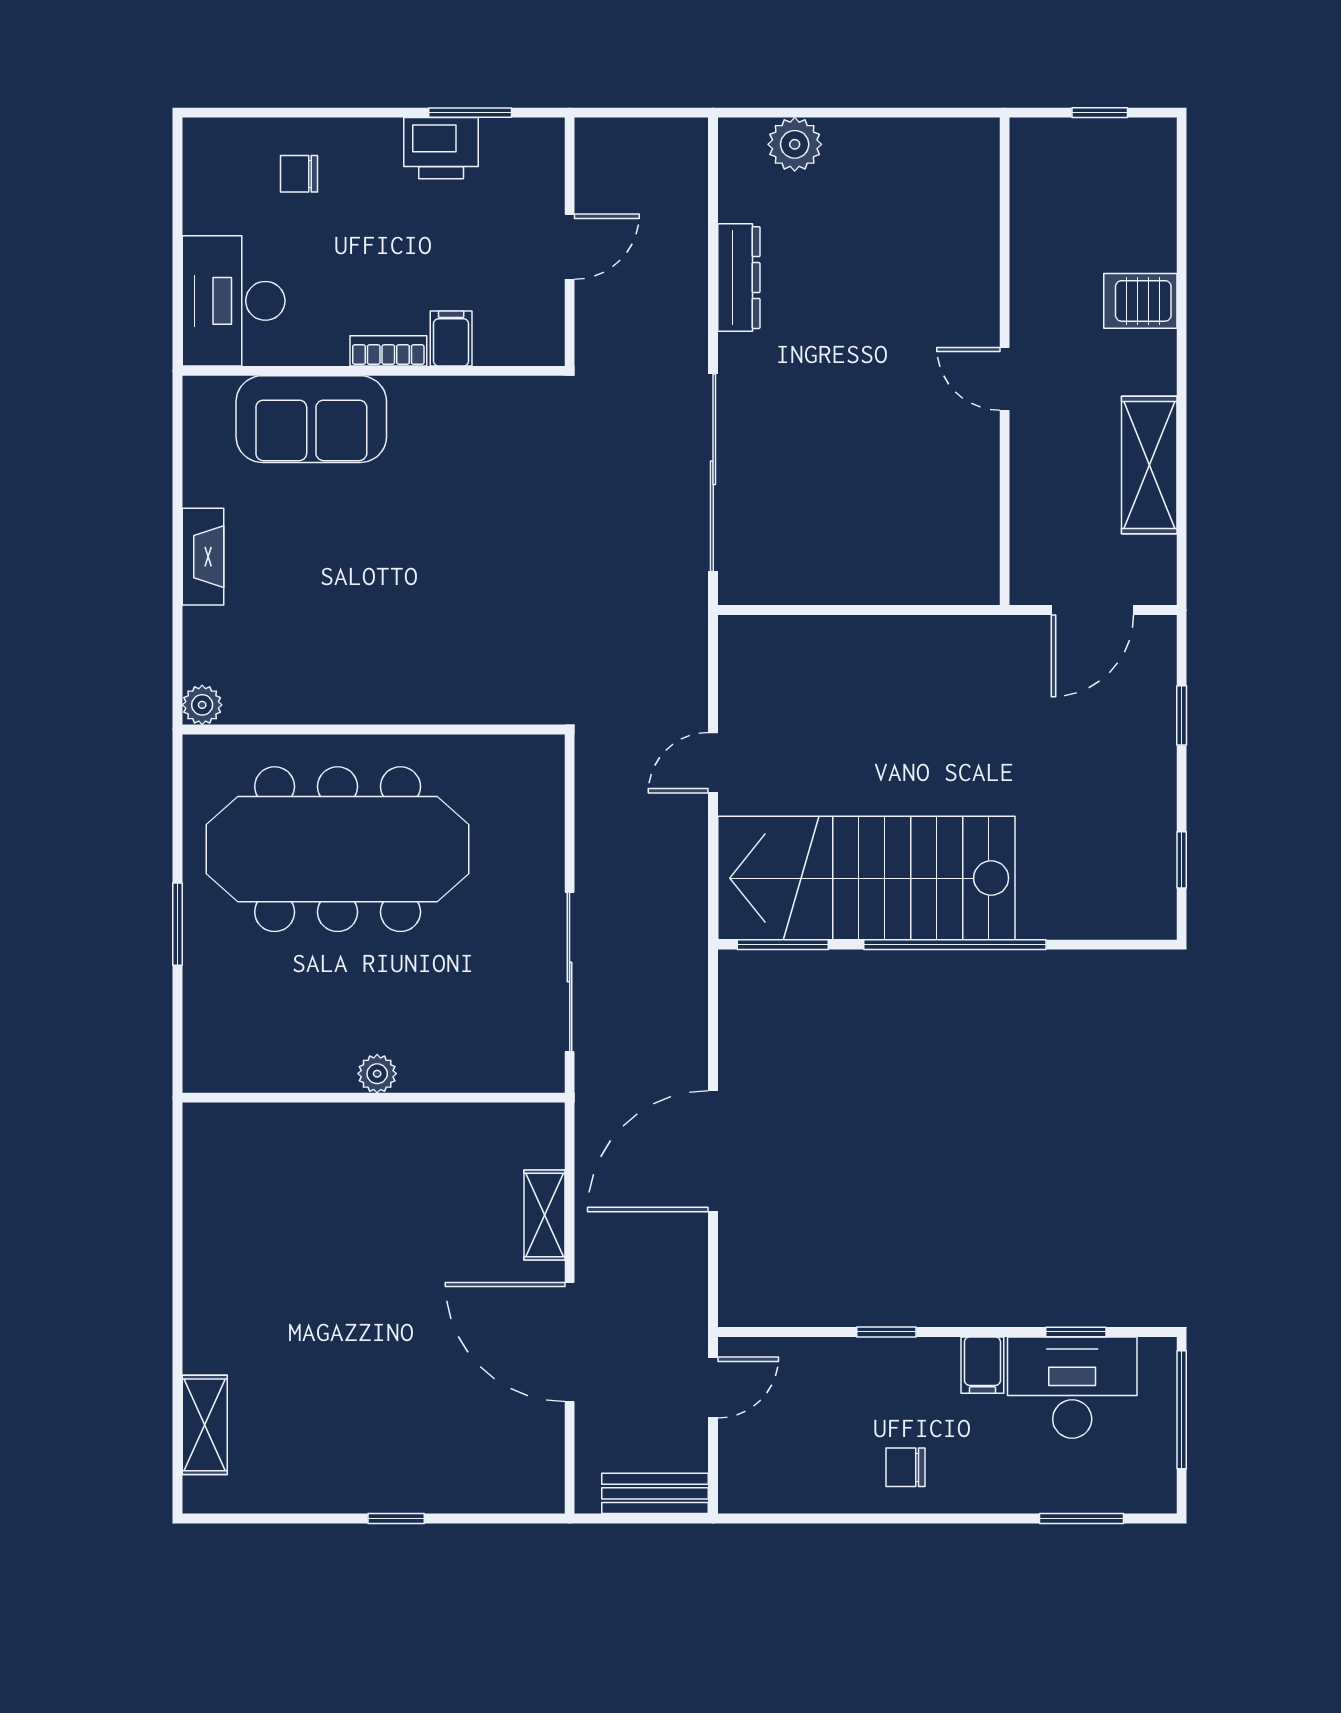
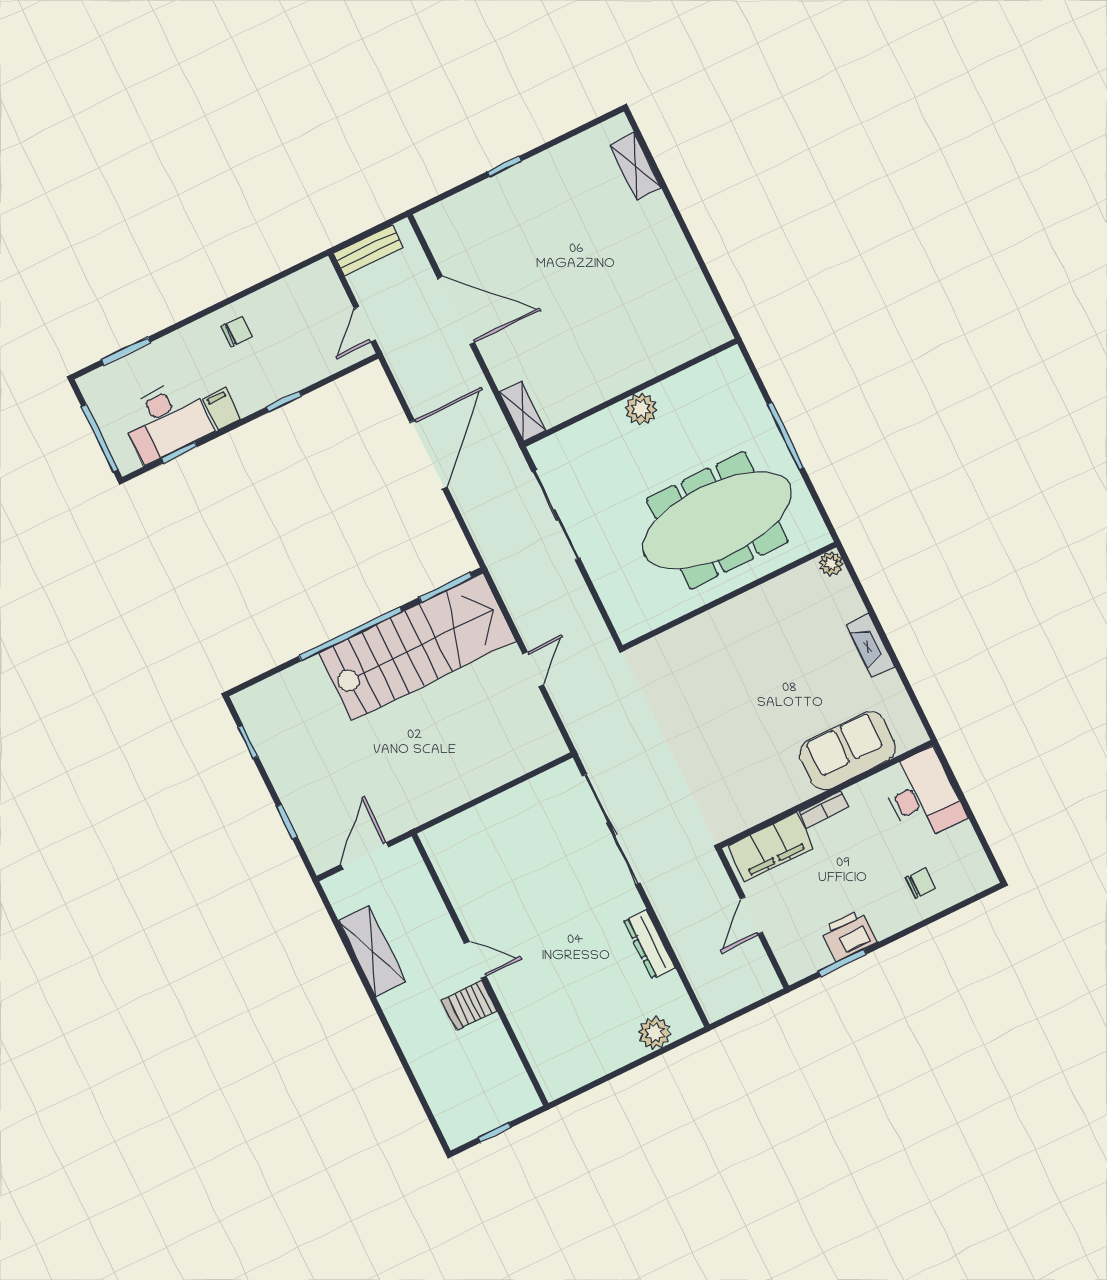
server rack: (1140, 301) -> (469, 1005), moved, turned 180
filing cabinet: (451, 338) -> (770, 847), width x3.00, depth x1.17
window: (177, 924) -> (785, 436), width x1.44
plant: (377, 1074) -> (641, 409), width x1.38, depth x1.38
shelving: (544, 1215) -> (522, 411), moved

